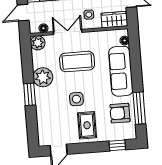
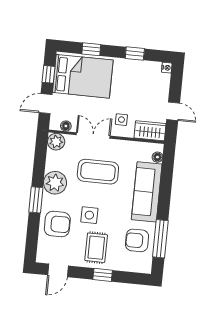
armchair: (51, 111) -> (57, 224), added
window: (117, 145) -> (103, 275), moved

